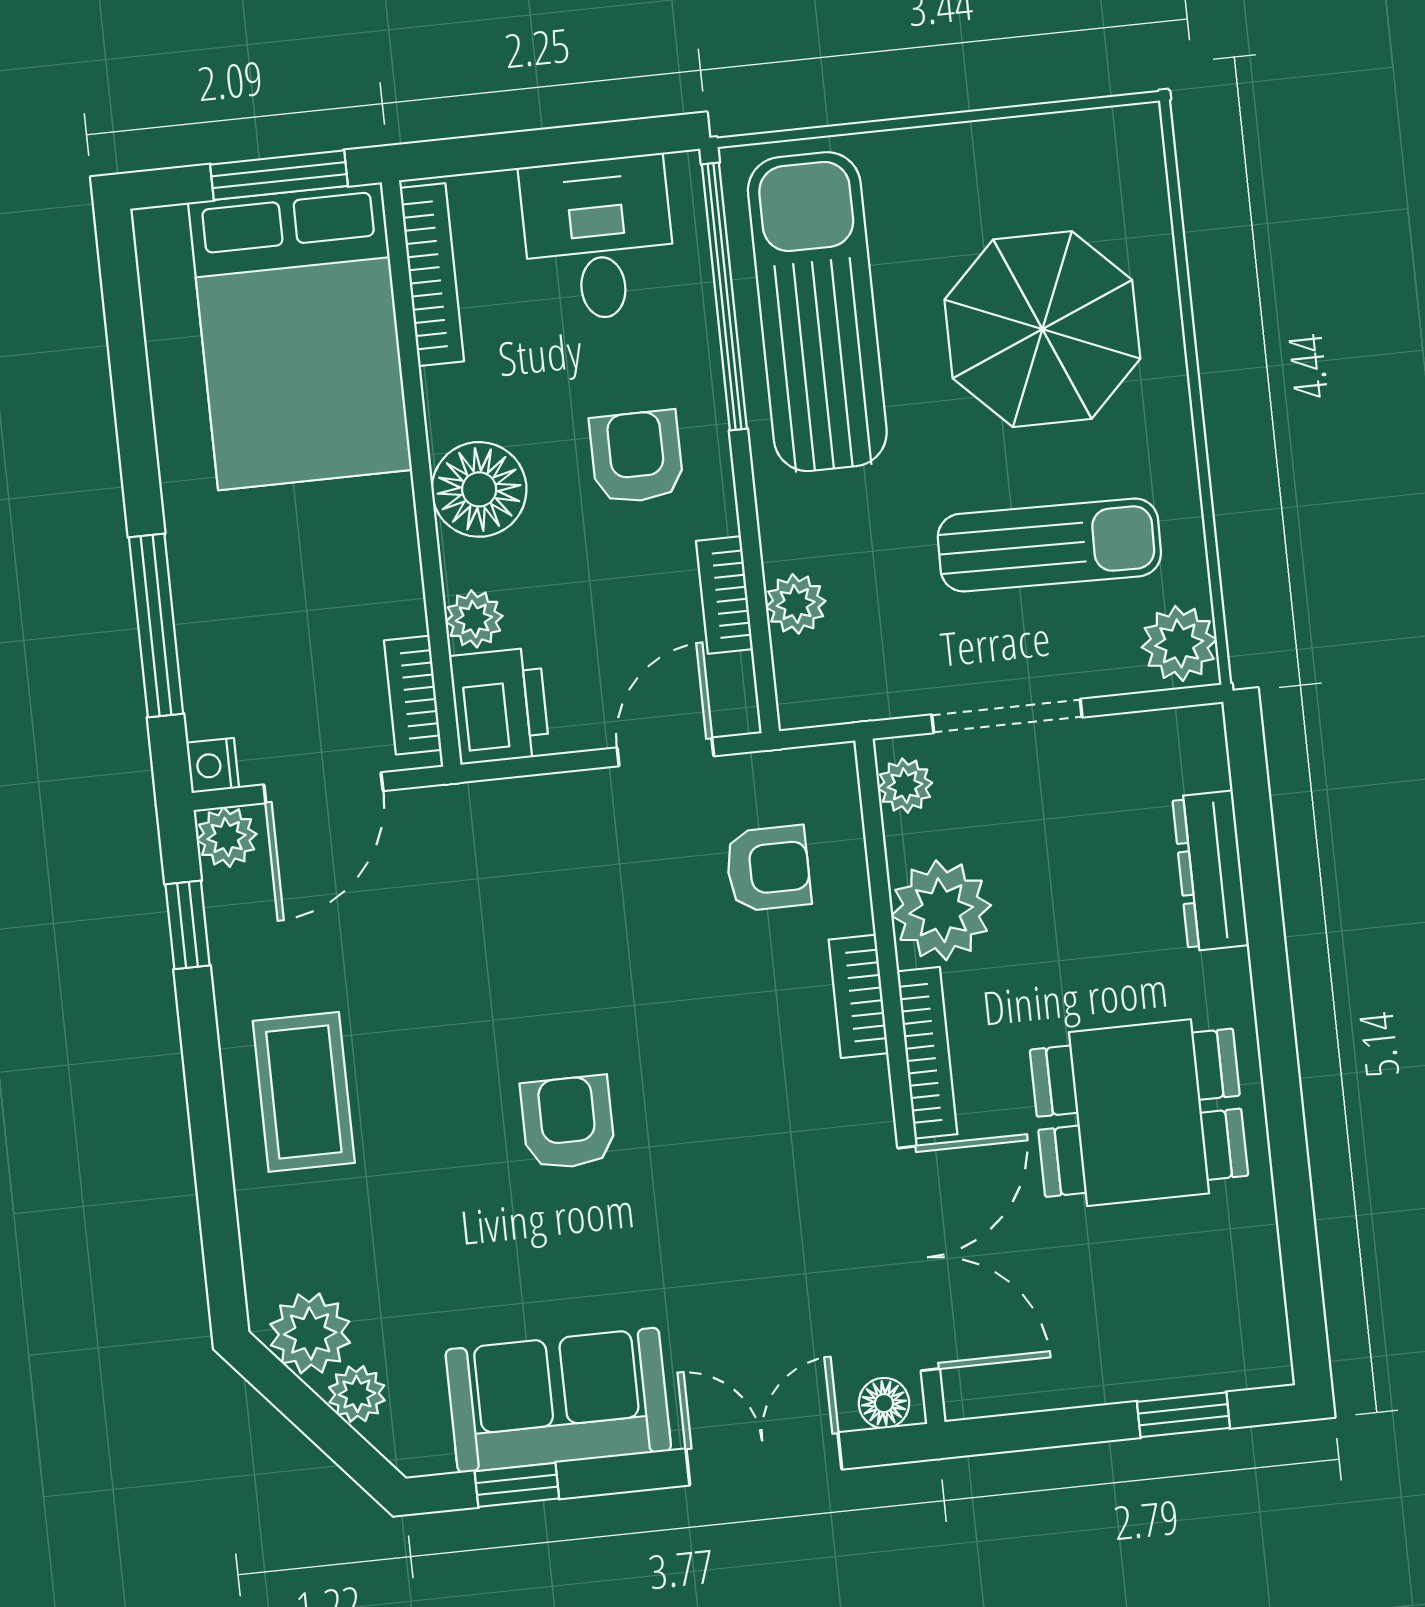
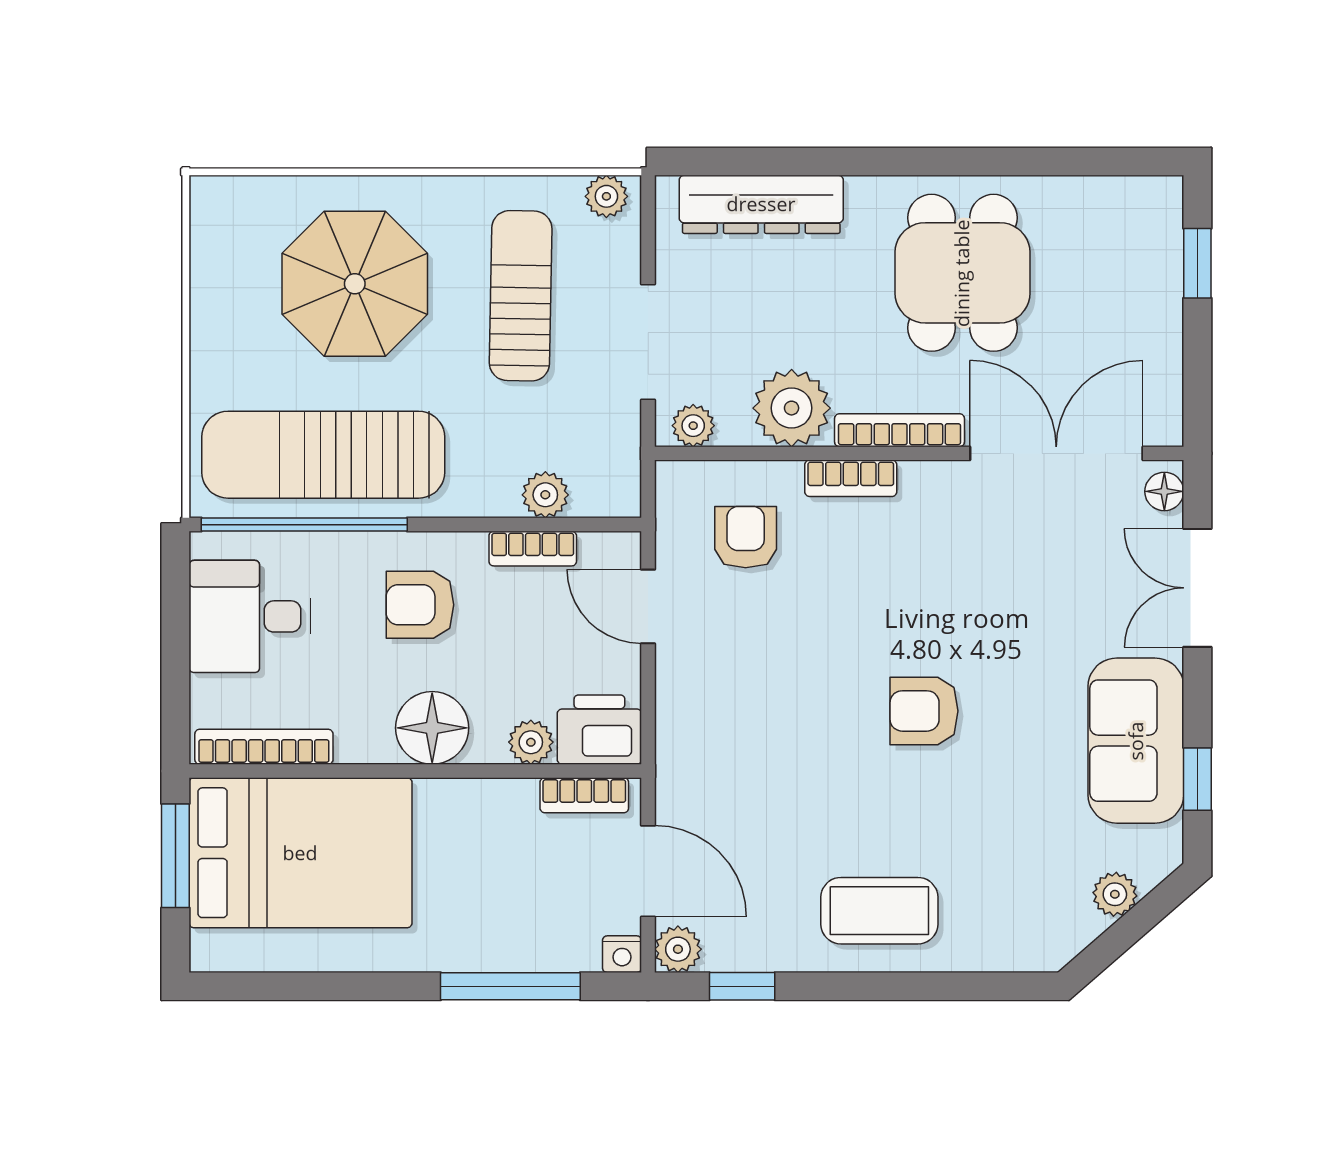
plant: (1179, 643) -> (606, 196), width x0.73, depth x0.73
dresser: (1211, 871) -> (761, 204), width x1.37, depth x1.24
plant: (310, 1333) -> (1065, 925), removed

